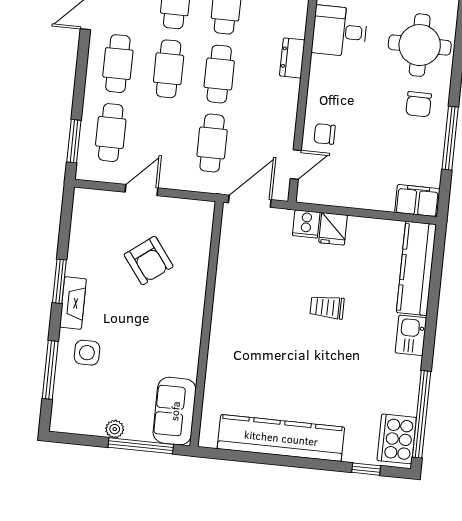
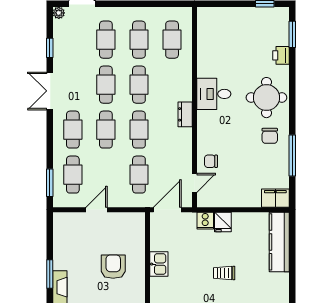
armchair: (149, 261) -> (113, 267), moved, turned -143
kitchen sink: (411, 335) -> (159, 264), moved, turned 180

